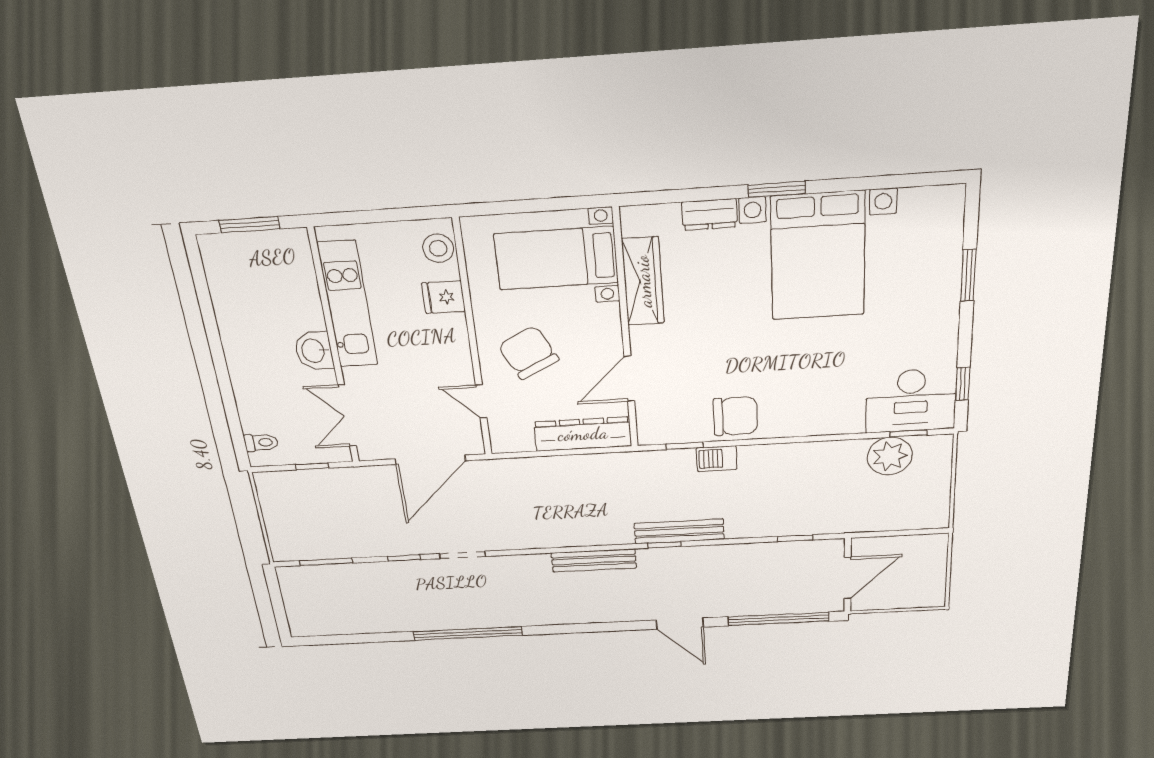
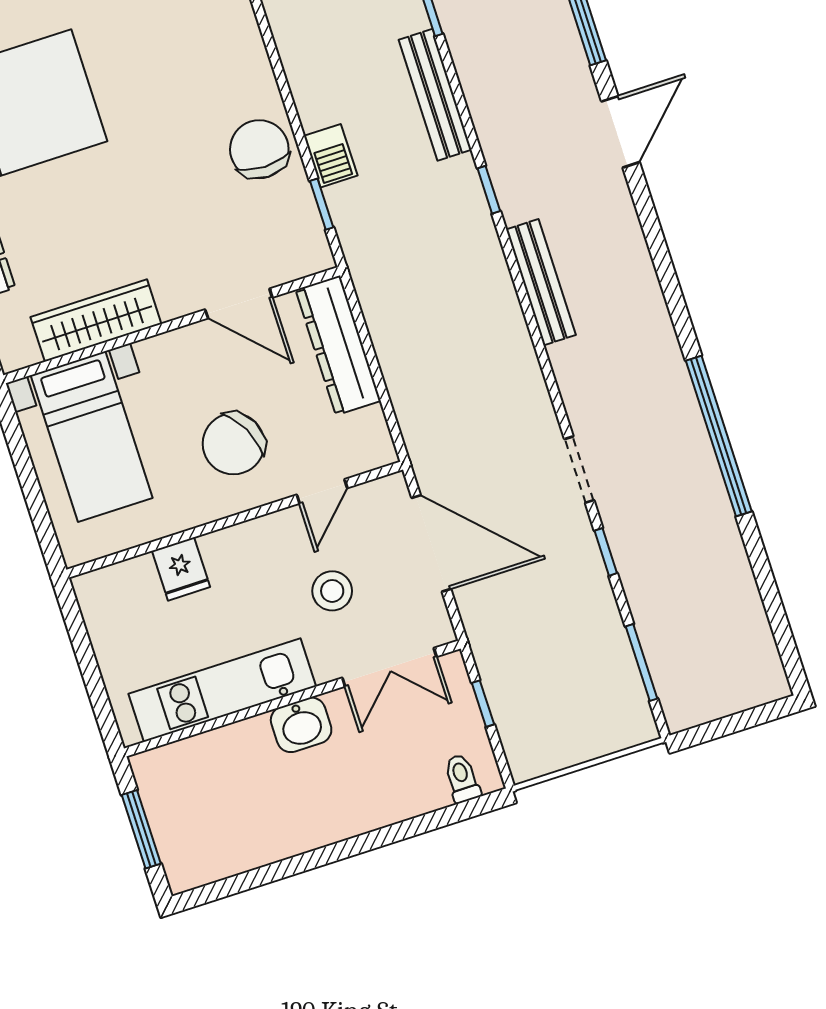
stool: (438, 248) -> (332, 591), moved
bench: (679, 531) -> (435, 95), moved

